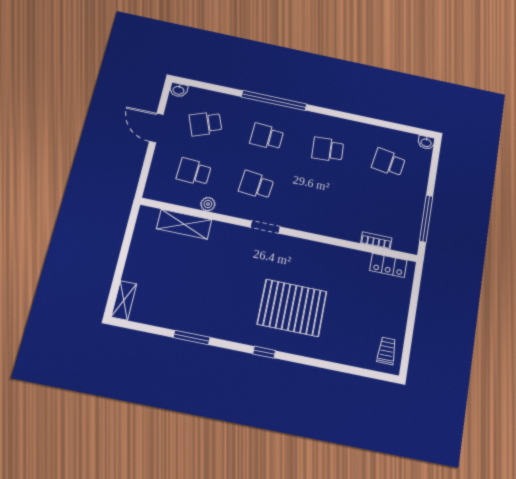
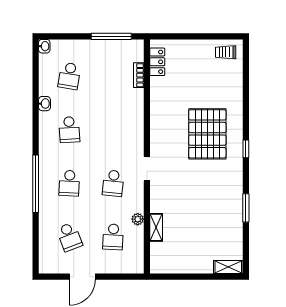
washbasin: (179, 90) -> (45, 104), moved
shelving: (184, 224) -> (156, 227), width x0.67, depth x0.75

